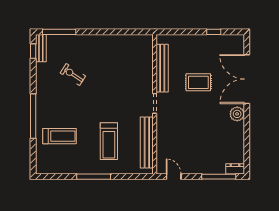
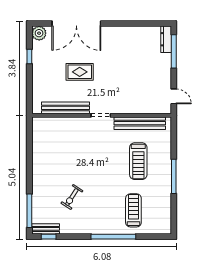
rug: (198, 82) -> (80, 72), turned 90
plant: (237, 114) -> (39, 33), moved
treadmill: (109, 141) -> (138, 161), turned 90
dresser: (235, 169) -> (166, 39), width x1.44
door: (174, 177) -> (174, 96), swing flipped

